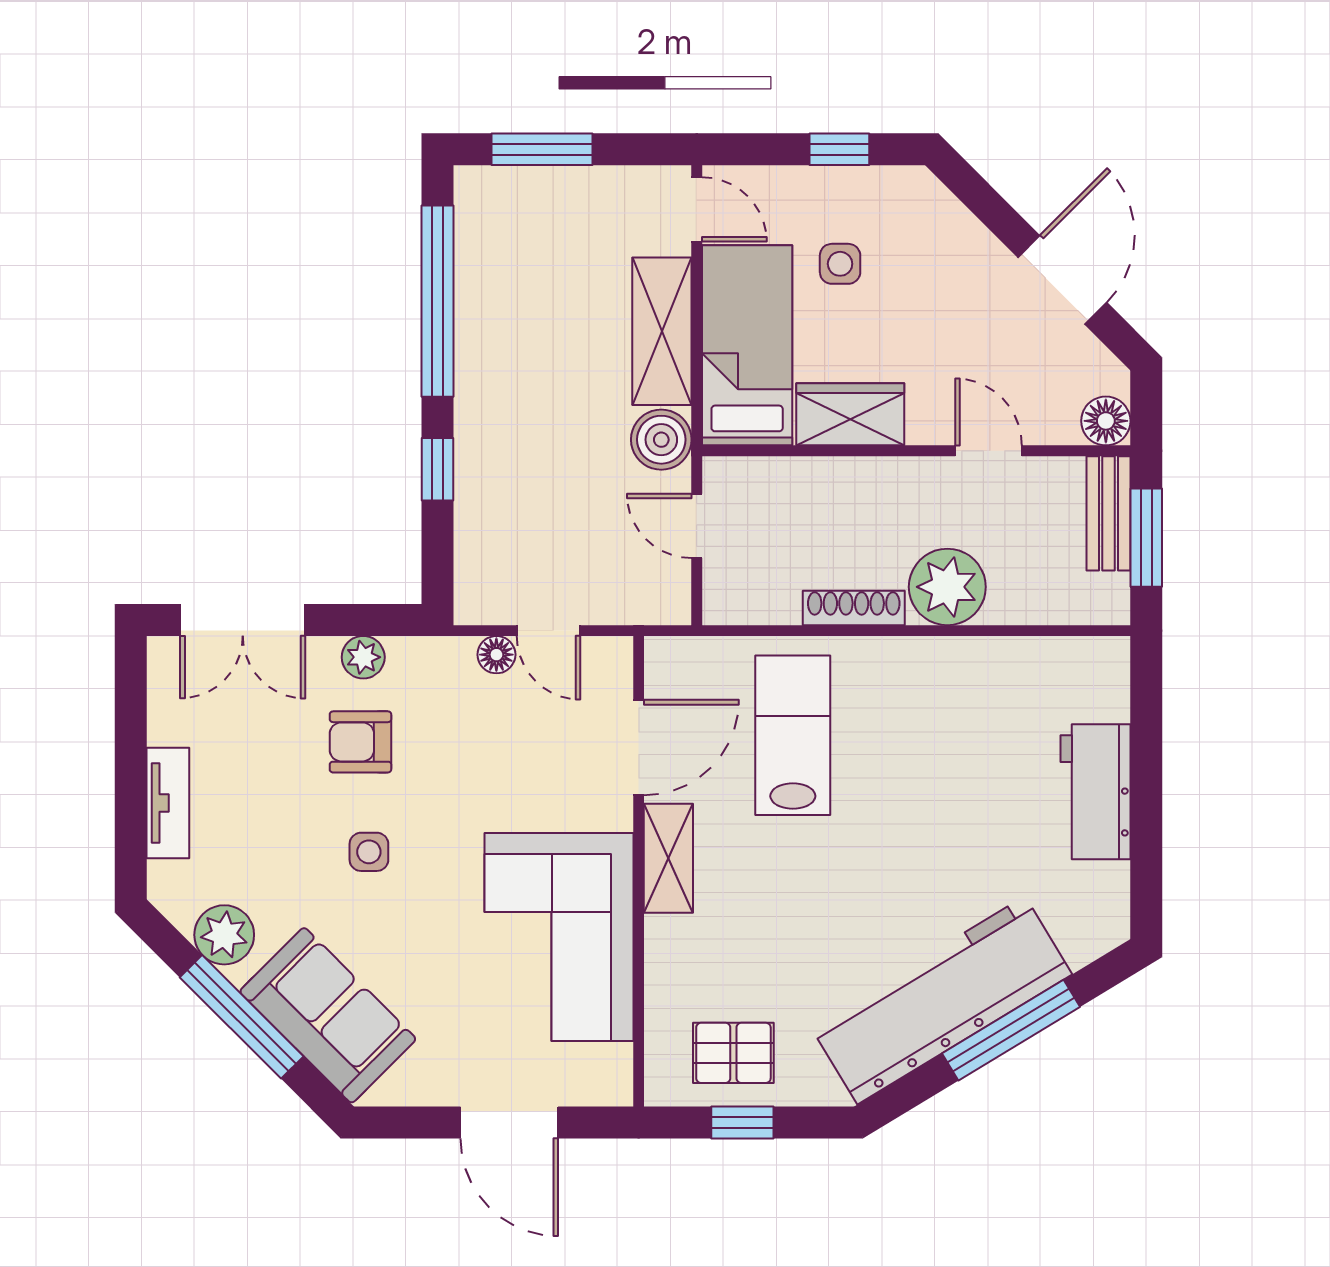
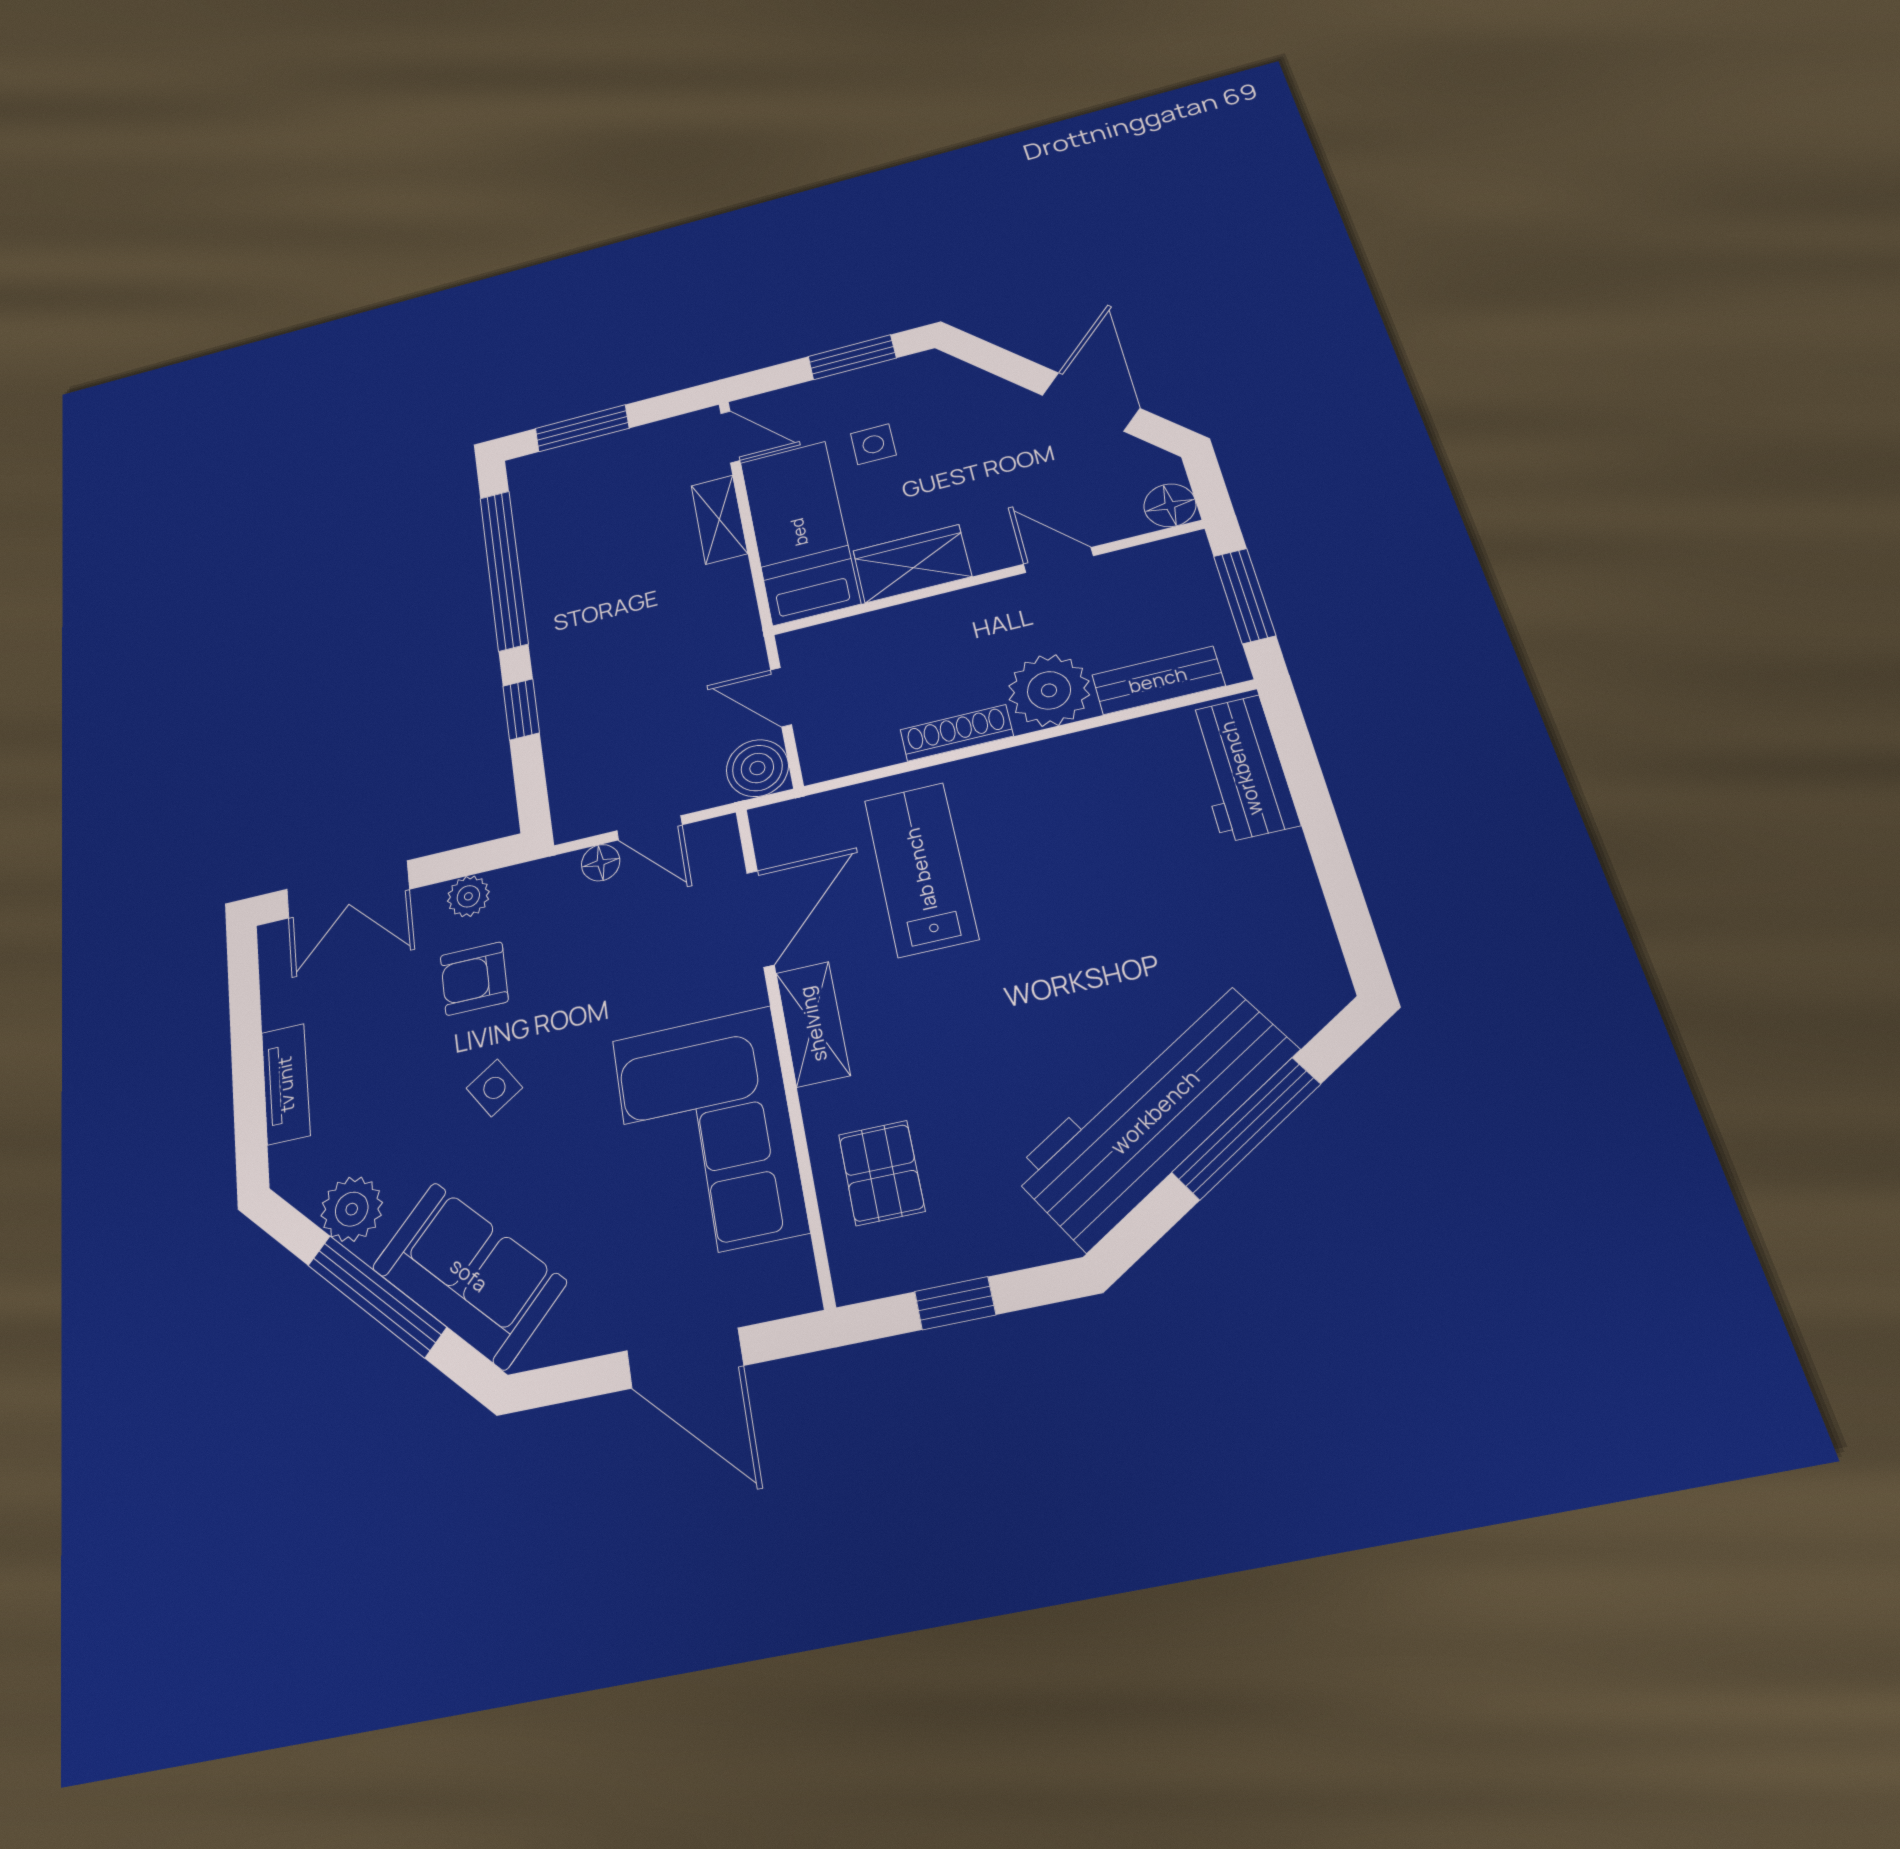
window: (839, 149) -> (852, 357), width x1.50
shelving: (662, 331) -> (719, 519), width x0.67, depth x0.75
boiler: (661, 440) -> (757, 768), moved
bench: (1109, 513) -> (1158, 680), moved, turned 90
workbench: (1096, 792) -> (1241, 768), moved
side table: (369, 852) -> (494, 1088), turned -33
pallet: (733, 1053) -> (882, 1173), moved, turned 90

